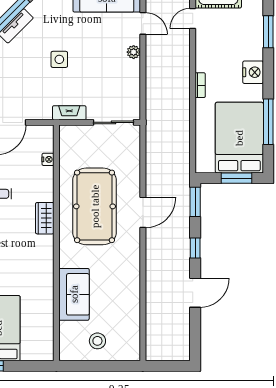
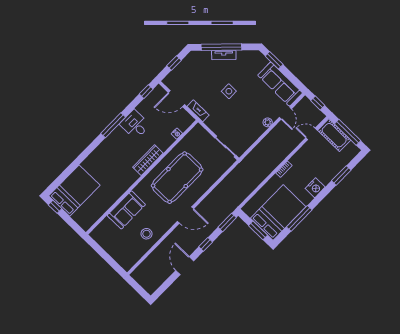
fireplace: (69, 113) -> (198, 111), moved
door: (143, 212) -> (186, 215), moved
wardrobe: (45, 218) -> (148, 160), width x1.50
door: (195, 293) -> (185, 266), swing flipped
stool: (97, 341) -> (147, 234), moved

